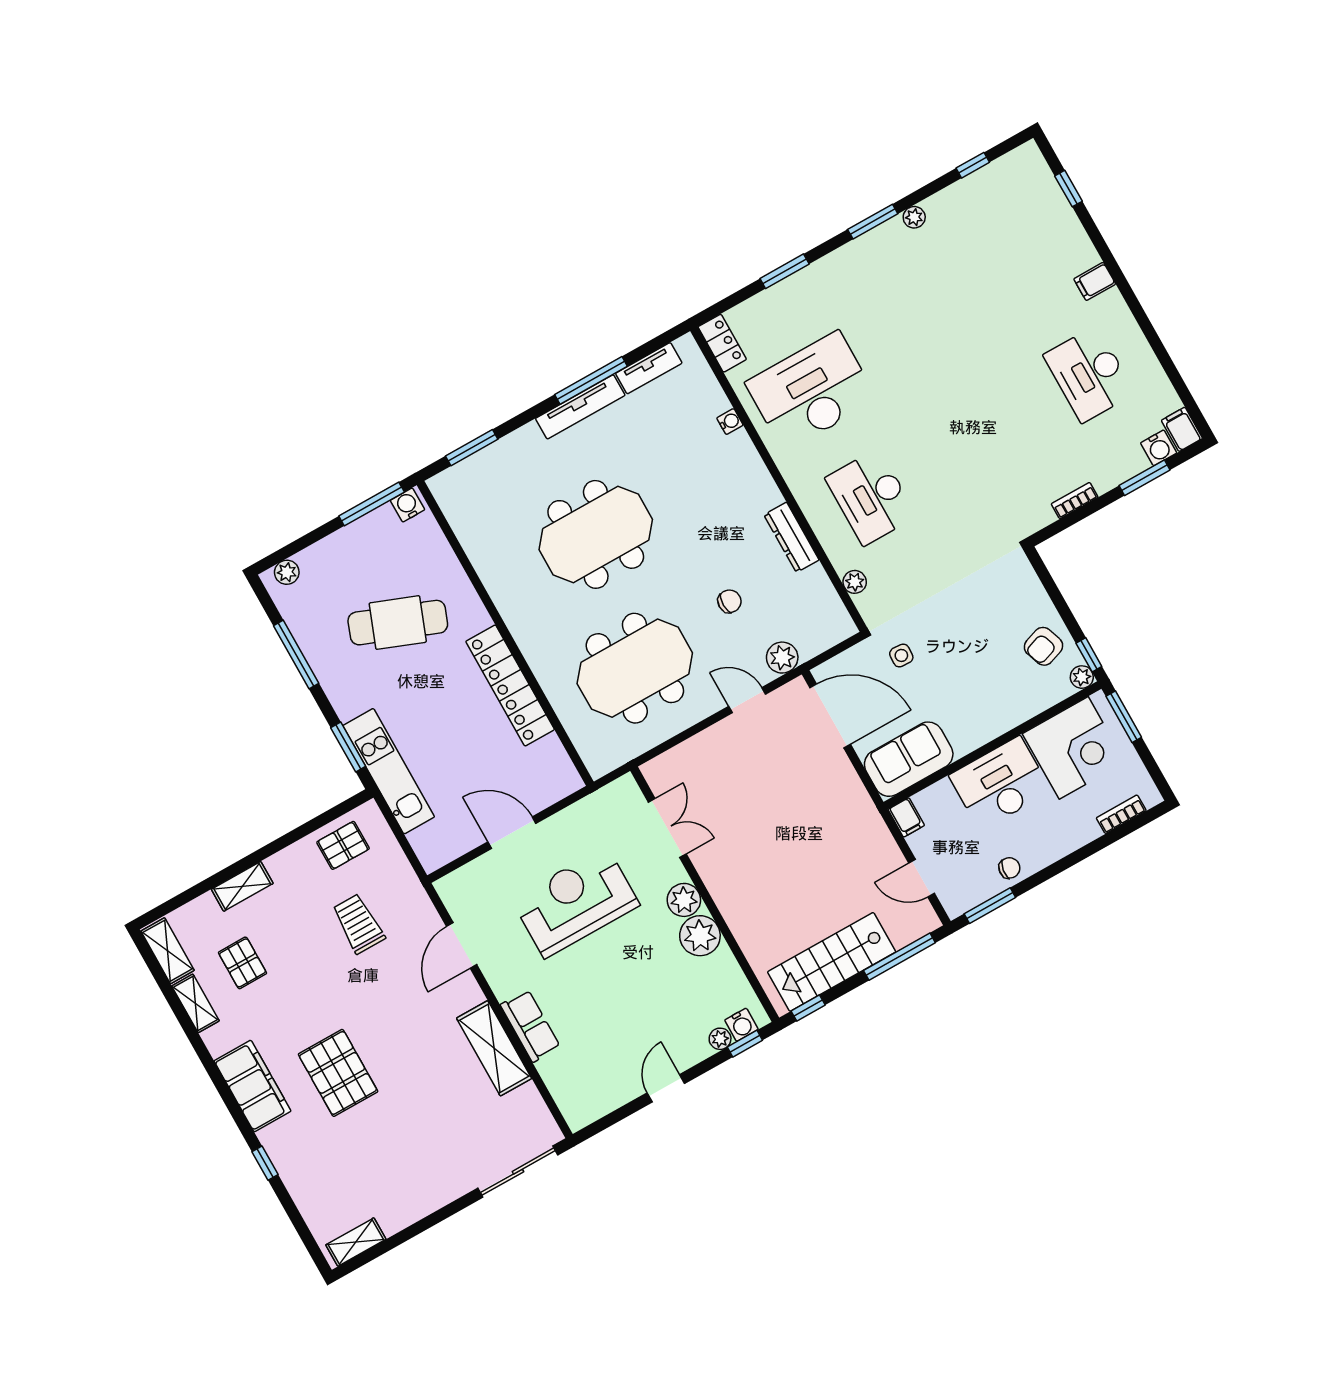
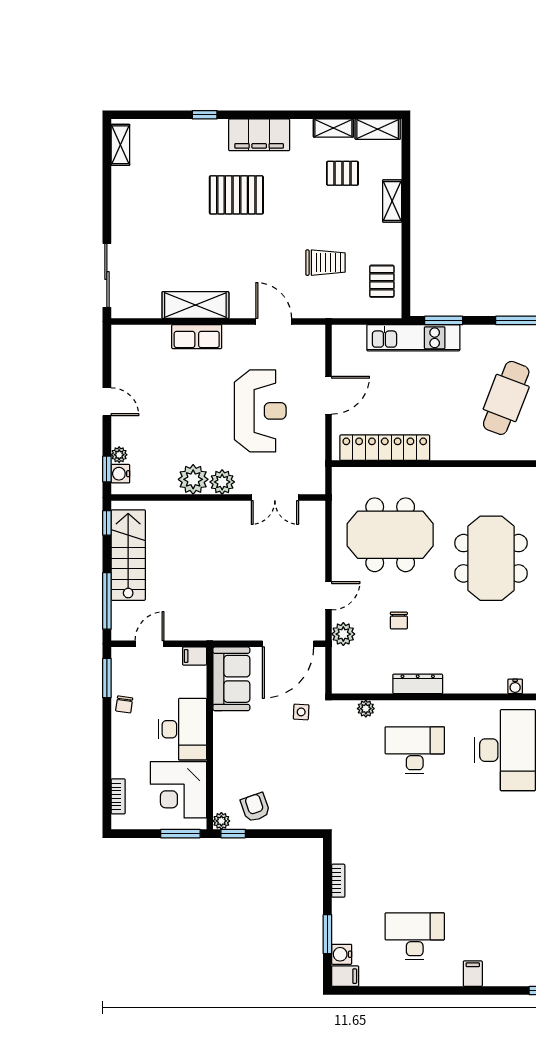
meeting table: (635, 668) -> (390, 535), turned 90
locker: (510, 685) -> (385, 448), moved

